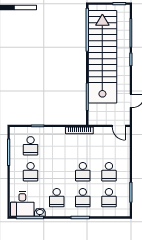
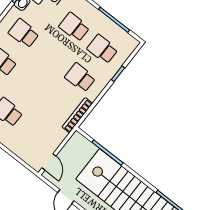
door: (119, 126) -> (49, 162), swing flipped
school desk: (83, 172) -> (80, 77), moved

